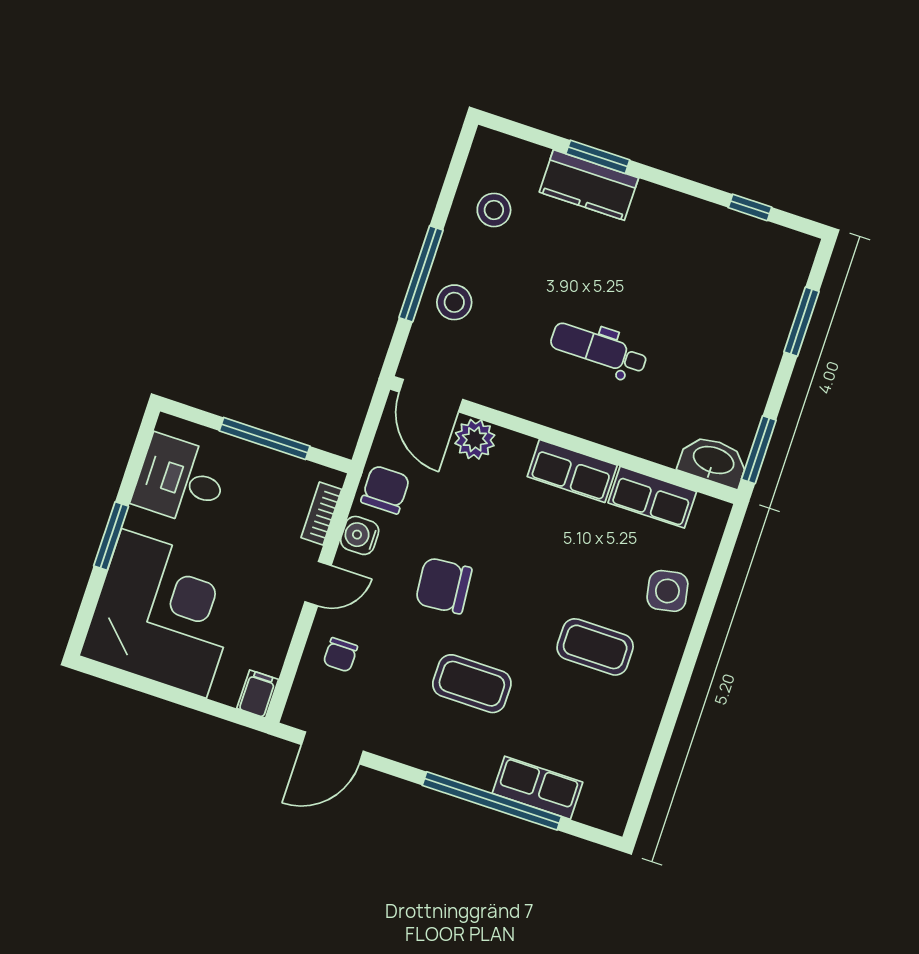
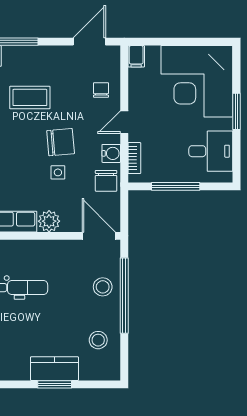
window: (421, 274) -> (124, 296), width x1.46
plant: (475, 439) -> (49, 221), moved
side table: (466, 533) -> (58, 172), added

